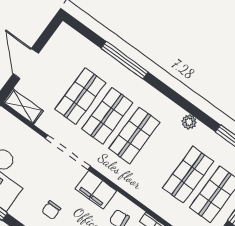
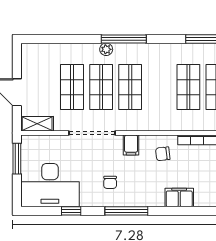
window: (125, 60) -> (124, 39), moved
plant: (189, 122) -> (106, 49), moved
filing cabinet: (96, 190) -> (131, 145), width x0.50

